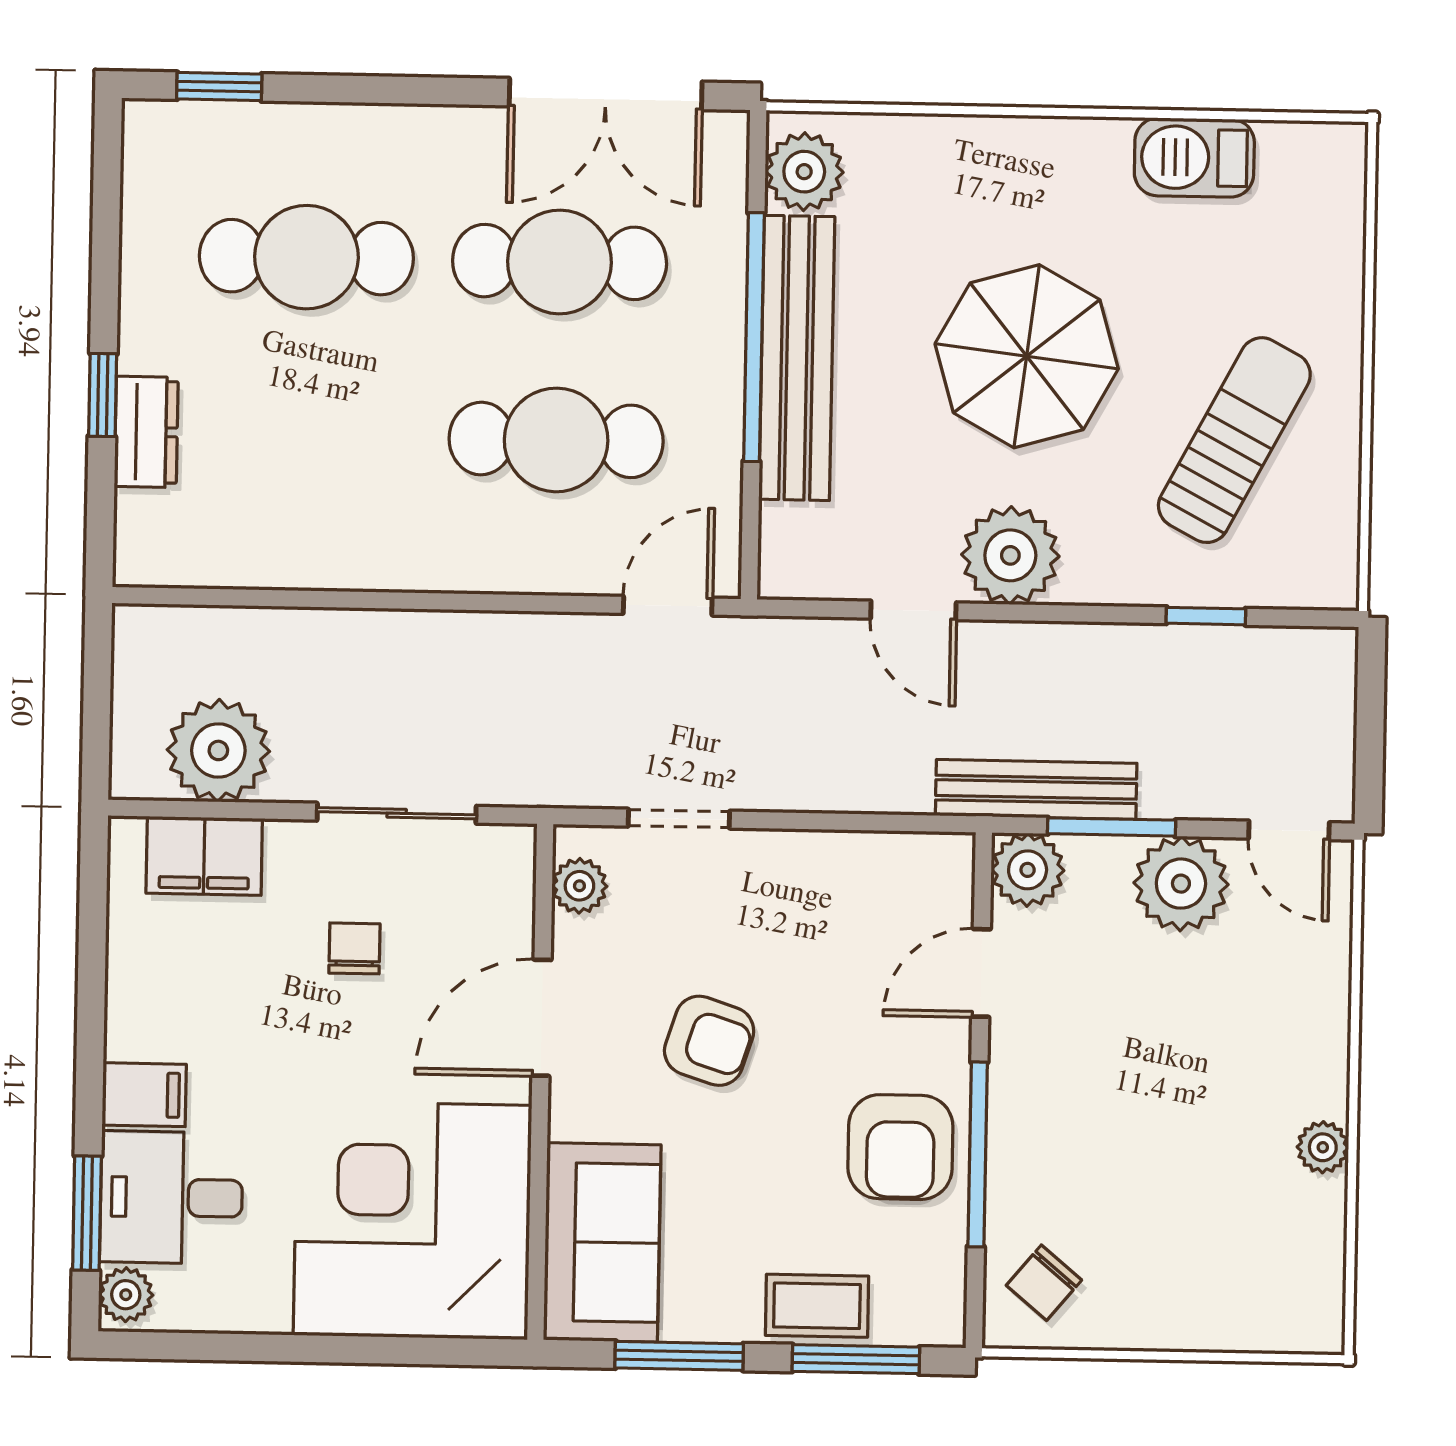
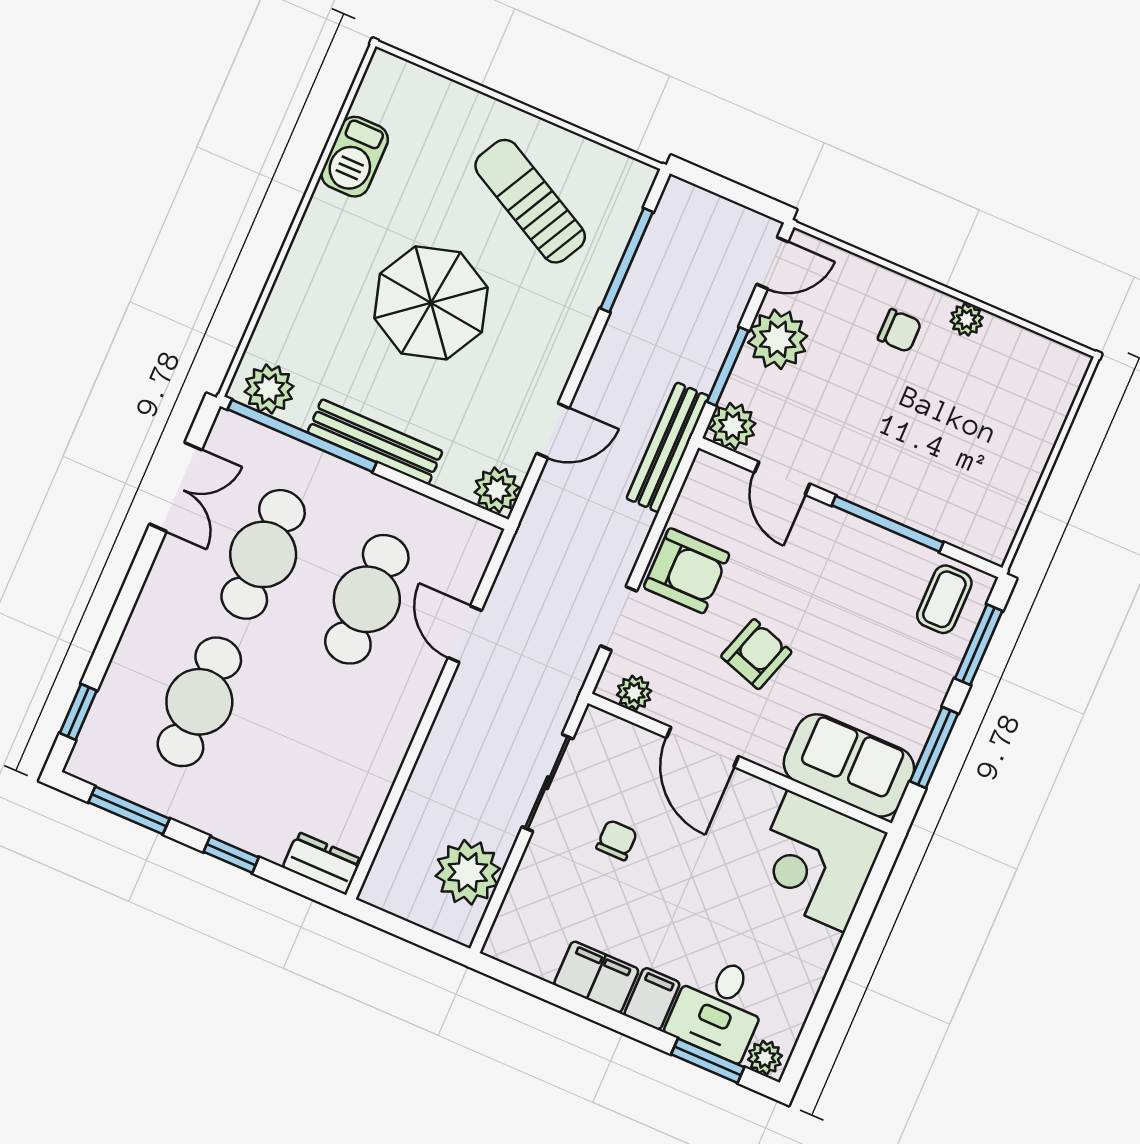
double door: (606, 94) -> (176, 487), width x0.73
window: (106, 219) -> (129, 810), added
window: (754, 337) -> (302, 436), moved
bench: (797, 358) -> (375, 442), width x0.73, depth x0.82
dresser: (146, 432) -> (322, 863), moved
plant: (1010, 555) -> (497, 490), moved, width x0.73, depth x0.73
door: (668, 606) -> (465, 634), moved
window: (1206, 616) -> (627, 260), width x2.17
bench: (1036, 789) -> (668, 447), moved
filing cabinet: (204, 856) -> (596, 977), moved, turned -90
chair: (354, 948) -> (617, 840), turned 90
armchair: (900, 1147) -> (687, 571), moved
corner desk: (412, 1220) -> (816, 861), width x0.74, depth x0.74
chair: (1044, 1283) -> (900, 331), moved, turned -40
coffee table: (817, 1306) -> (944, 599), moved

